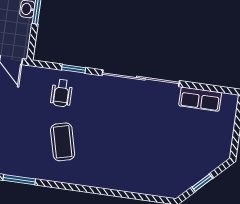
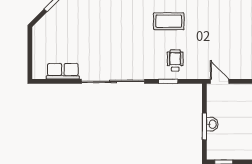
coffee table: (63, 142) -> (169, 21), turned -76

